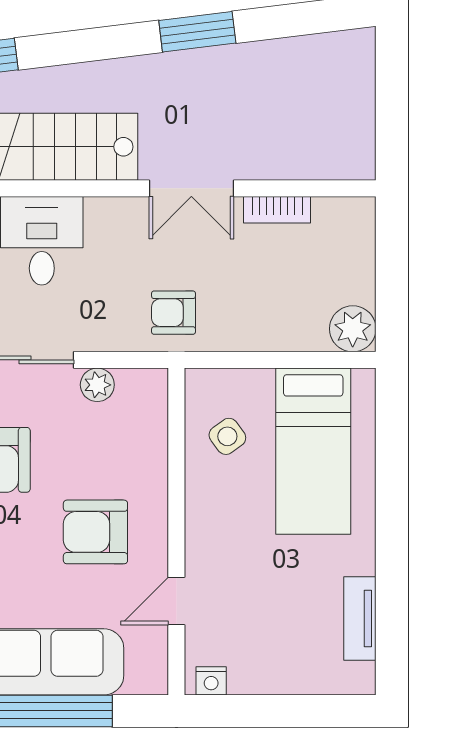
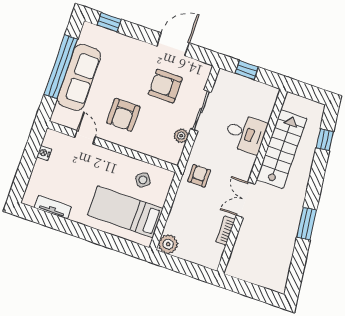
armchair: (95, 532) -> (123, 115), turned 180
nightstand: (211, 681) -> (44, 153), moved

